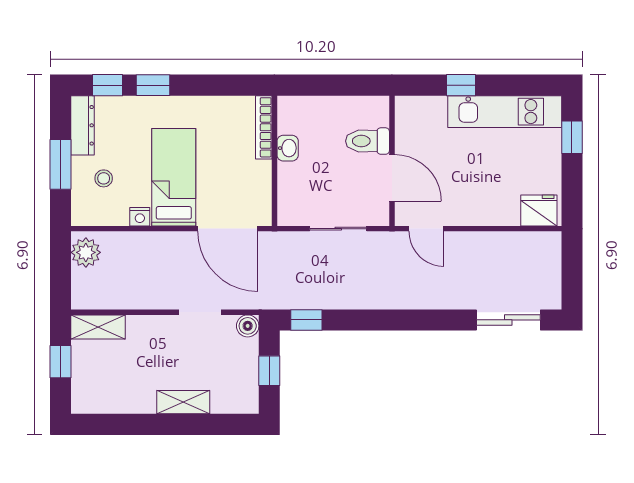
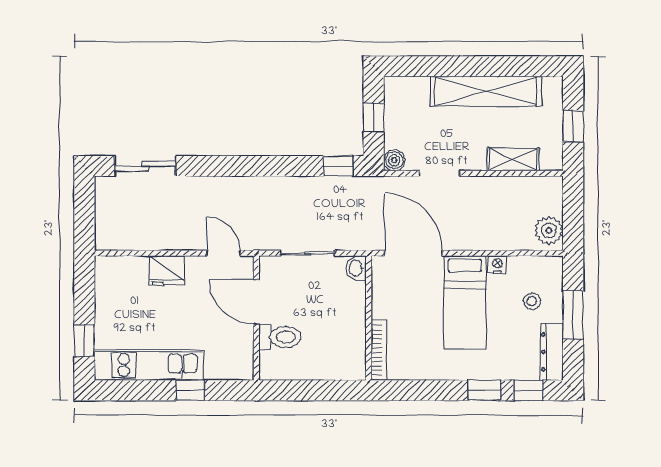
washbasin: (288, 148) -> (356, 268), moved
fridge: (539, 210) -> (167, 271), moved
shelving: (98, 327) -> (513, 159), moved
shelving: (183, 402) -> (486, 91), width x2.20, depth x1.33

